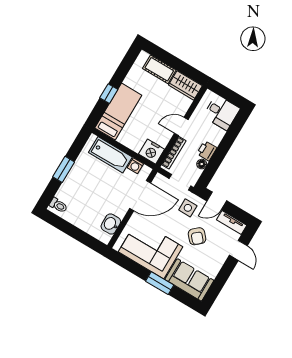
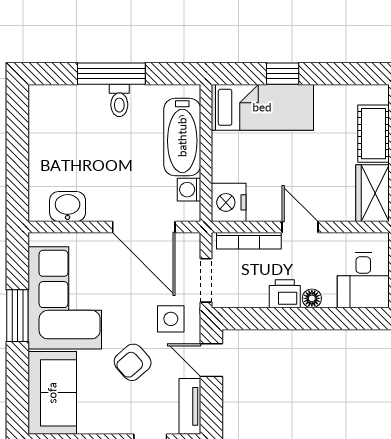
floor lamp: (202, 164) -> (312, 298), moved
window: (64, 169) -> (111, 74), width x1.44
toilet: (58, 205) -> (119, 101), moved
window: (160, 283) -> (17, 316), moved

